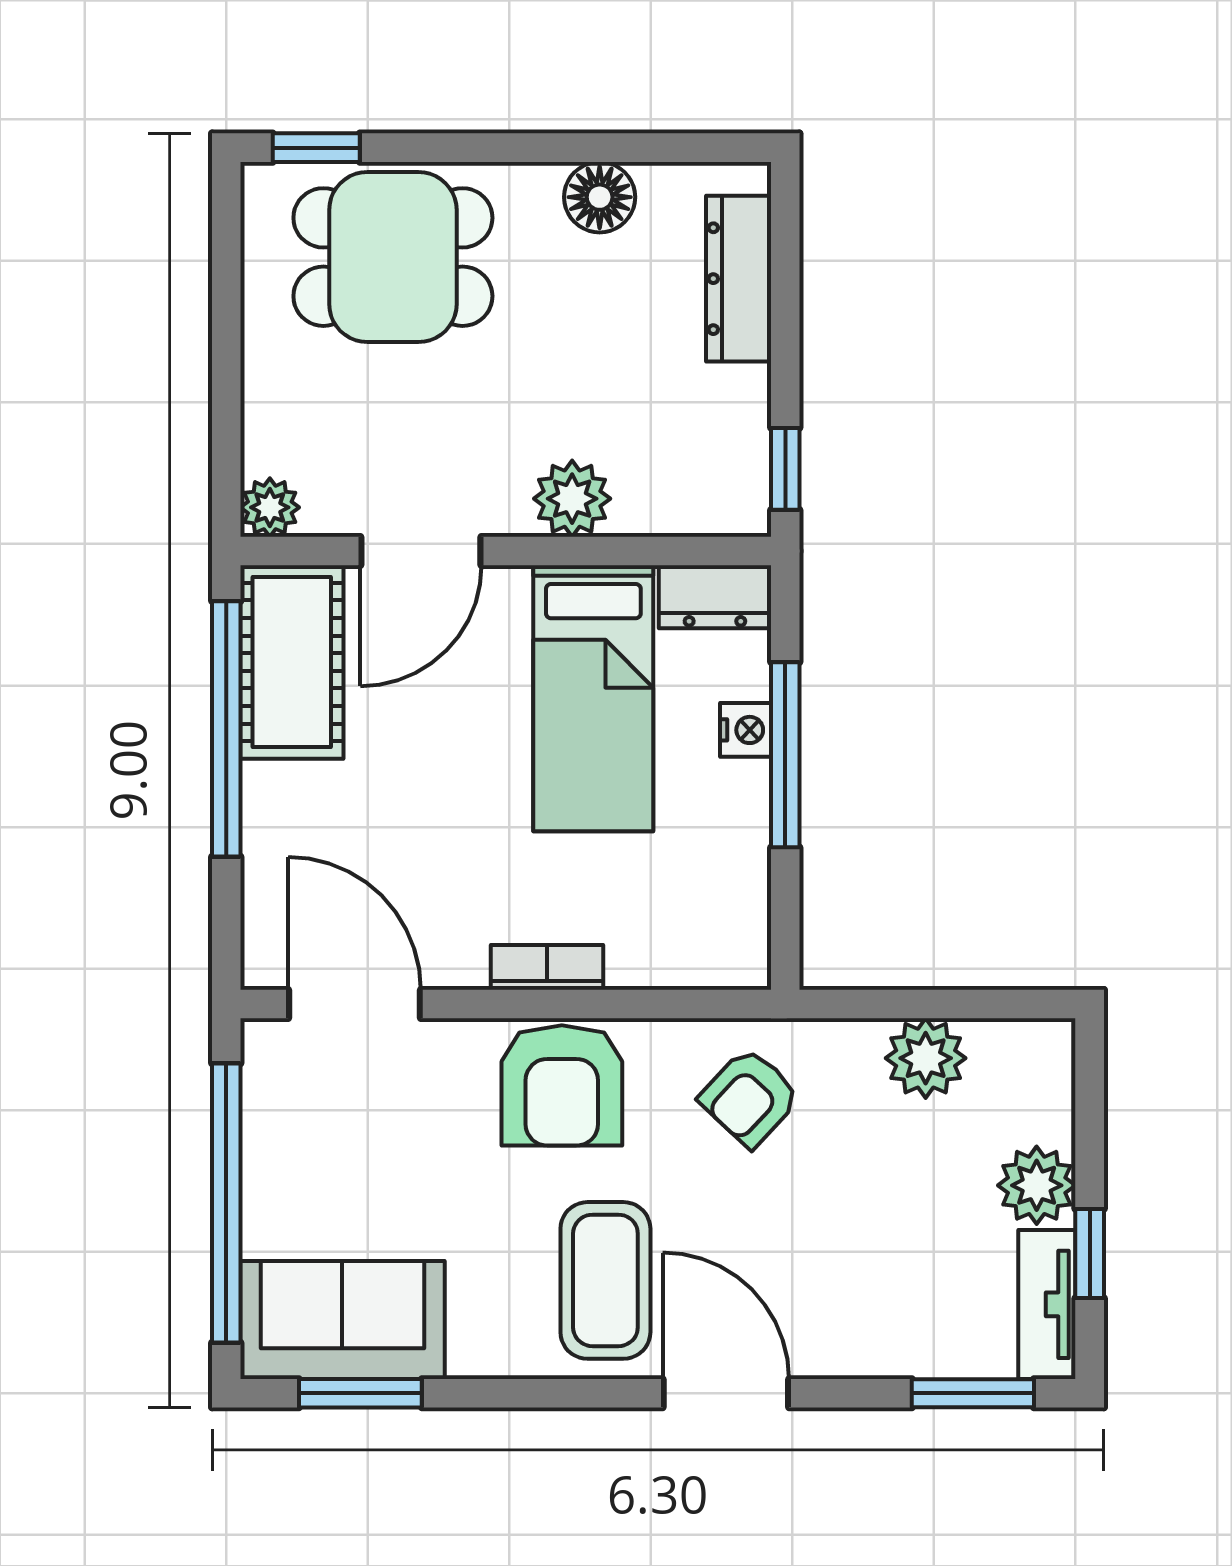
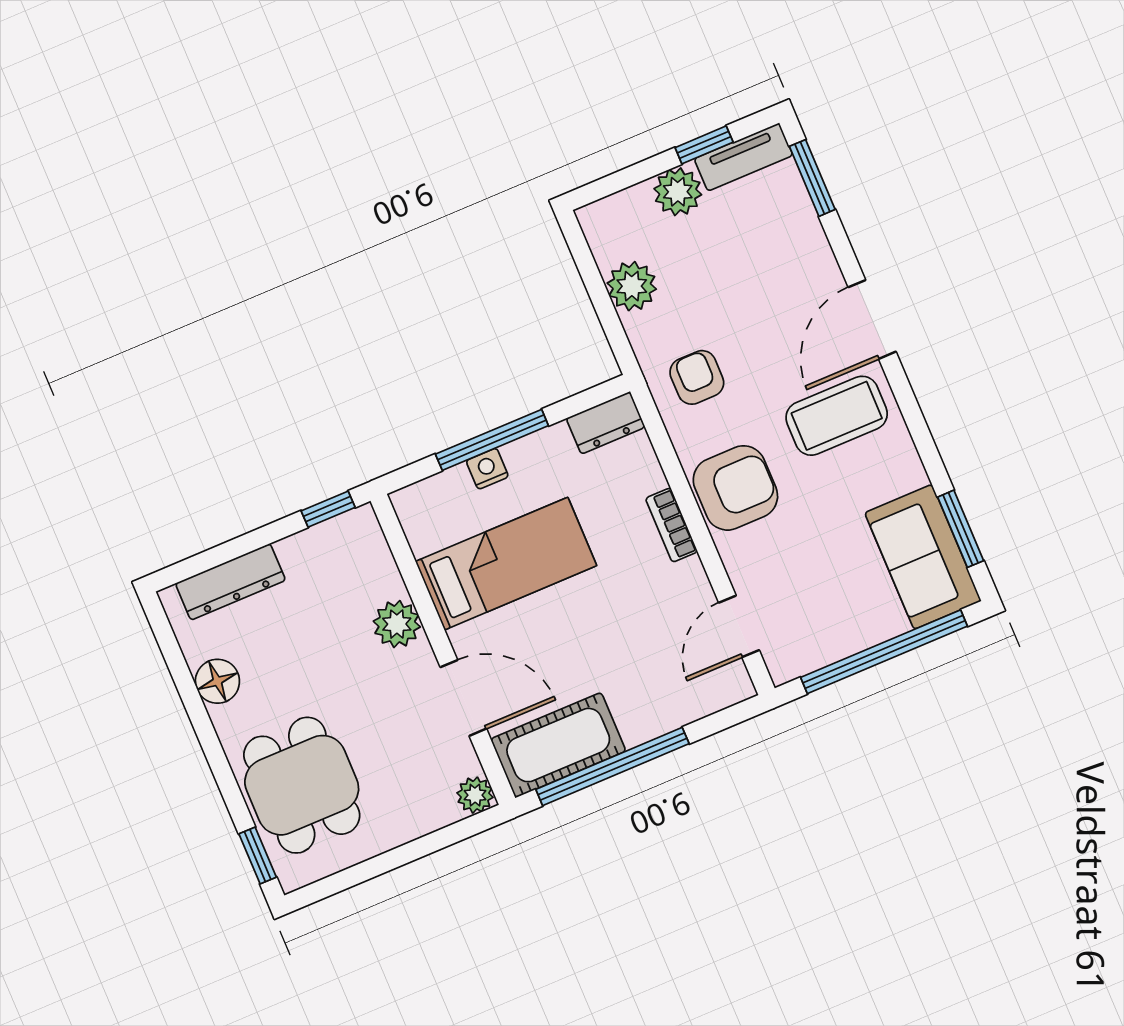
dresser: (715, 597) -> (606, 423), moved, turned 90
door: (355, 1004) -> (739, 626), width x0.73
armchair: (750, 1097) -> (697, 377), turned -133

